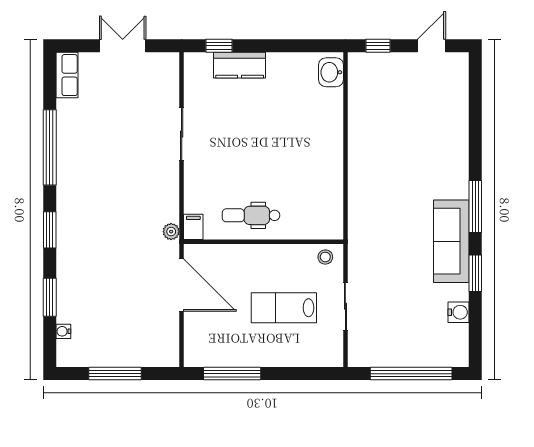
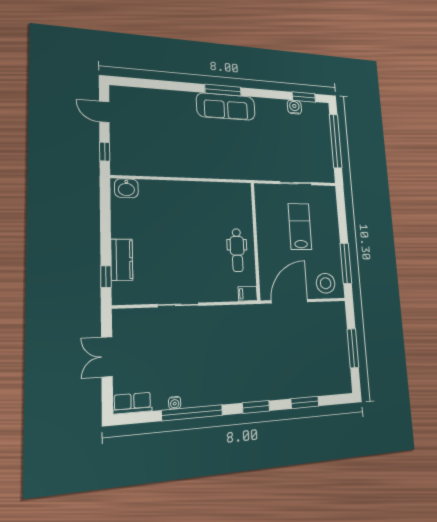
plant: (171, 232) -> (252, 310), removed
sofa: (451, 241) -> (226, 107), moved
stool: (325, 257) -> (326, 283), moved, width x1.89, depth x1.89
window: (475, 273) -> (304, 97), moved
lab bench: (284, 308) -> (300, 226), turned 180
water cooler: (63, 331) -> (175, 403), moved

